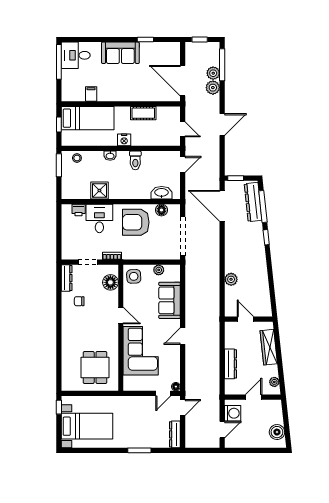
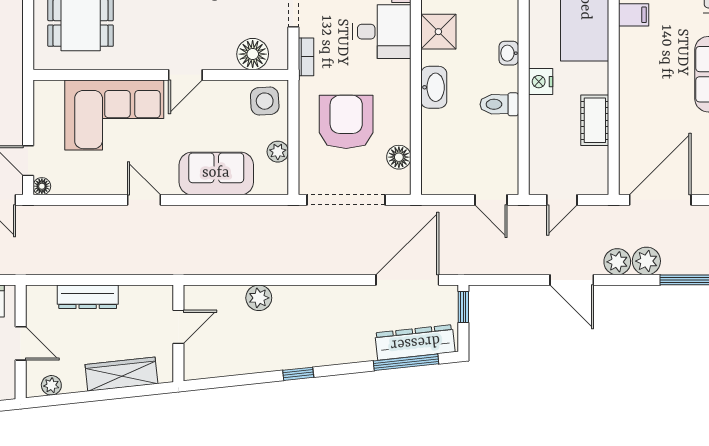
plant: (213, 73) -> (617, 262), moved
washbasin: (162, 193) -> (434, 87), moved
armchair: (136, 222) -> (346, 122), moved
window: (266, 237) -> (298, 374), moved

